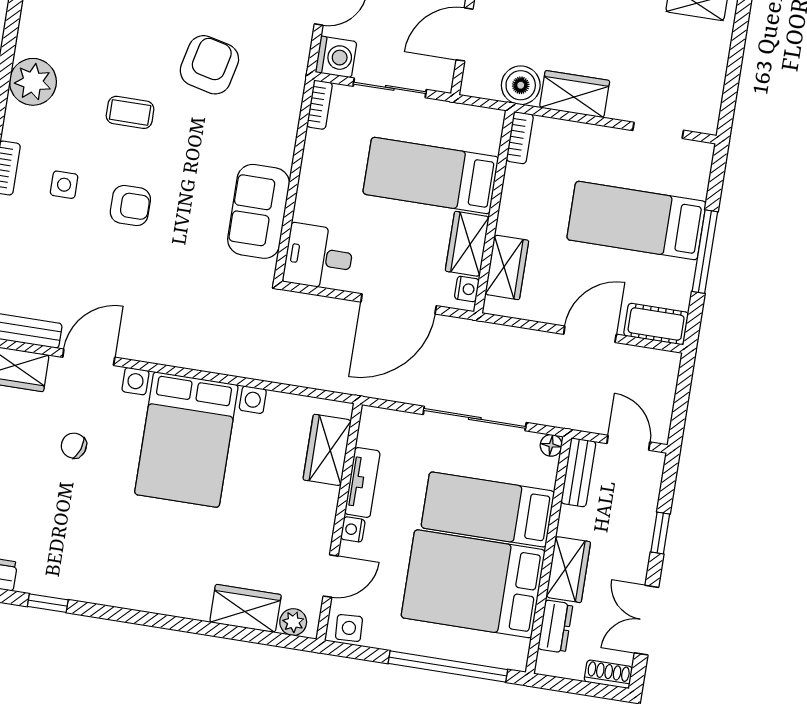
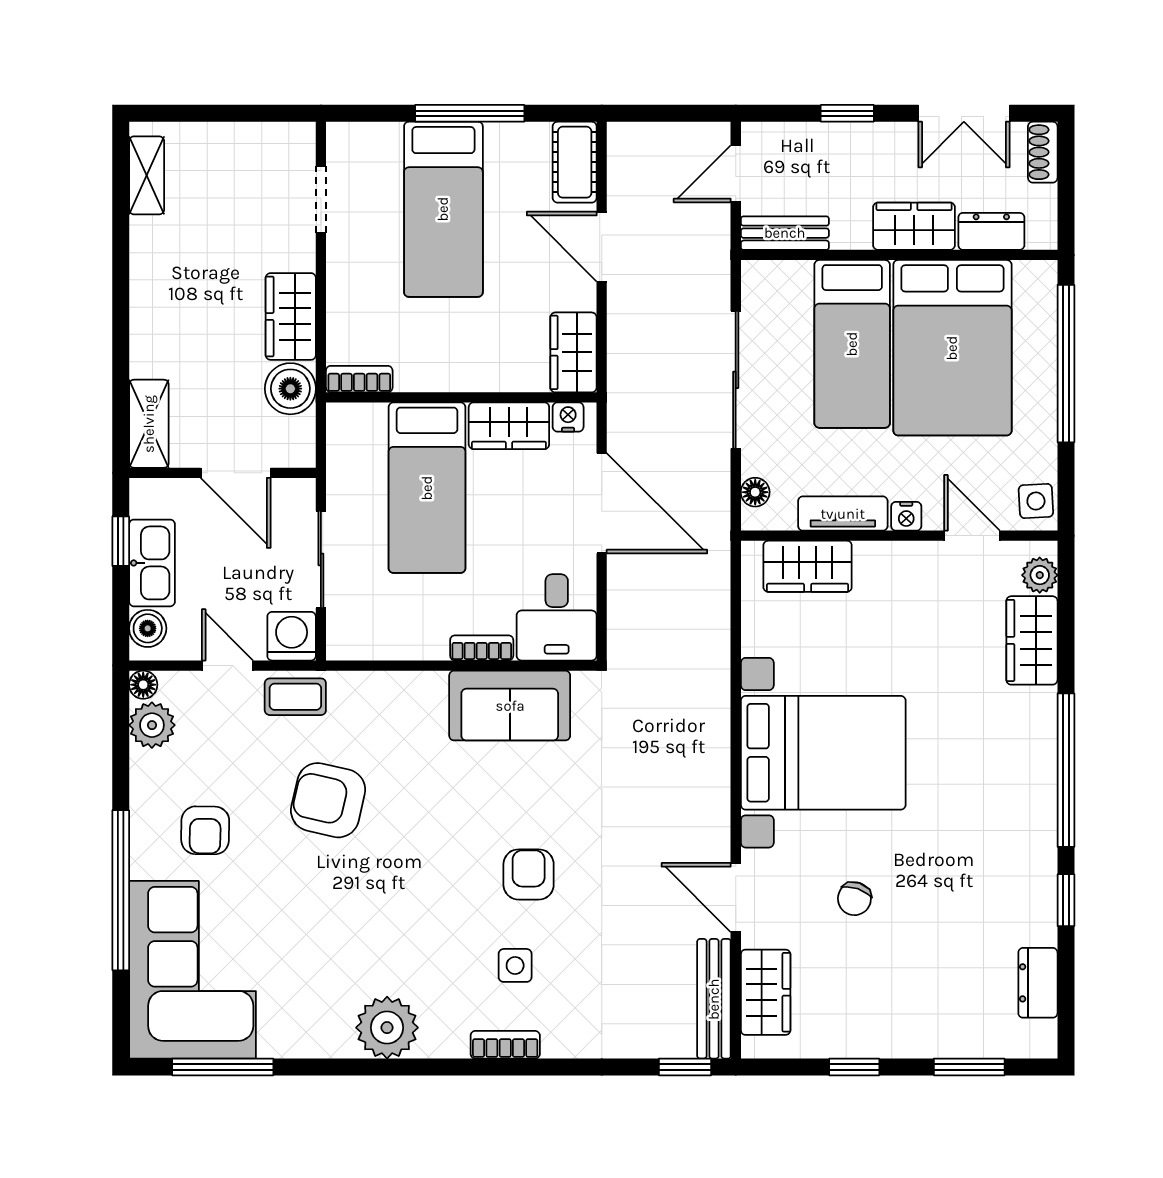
bookcase: (319, 105) -> (482, 648), moved
coffee table: (130, 112) -> (295, 697), moved, turned 90
wardrobe: (507, 267) -> (573, 352), moved, turned -90
floor lamp: (551, 445) -> (755, 492), moved
window: (145, 619) -> (1066, 770), added

